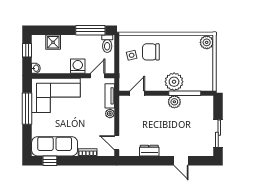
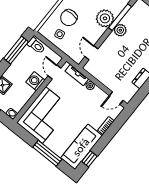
window: (27, 109) -> (47, 153), moved

